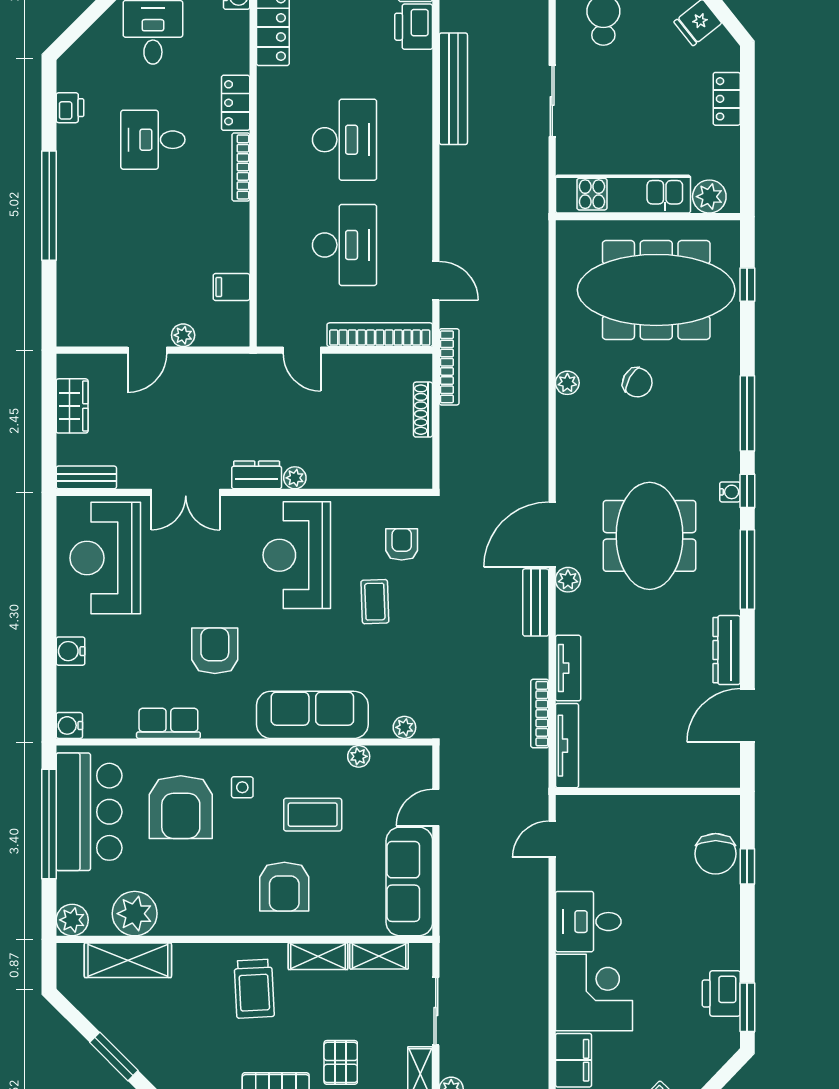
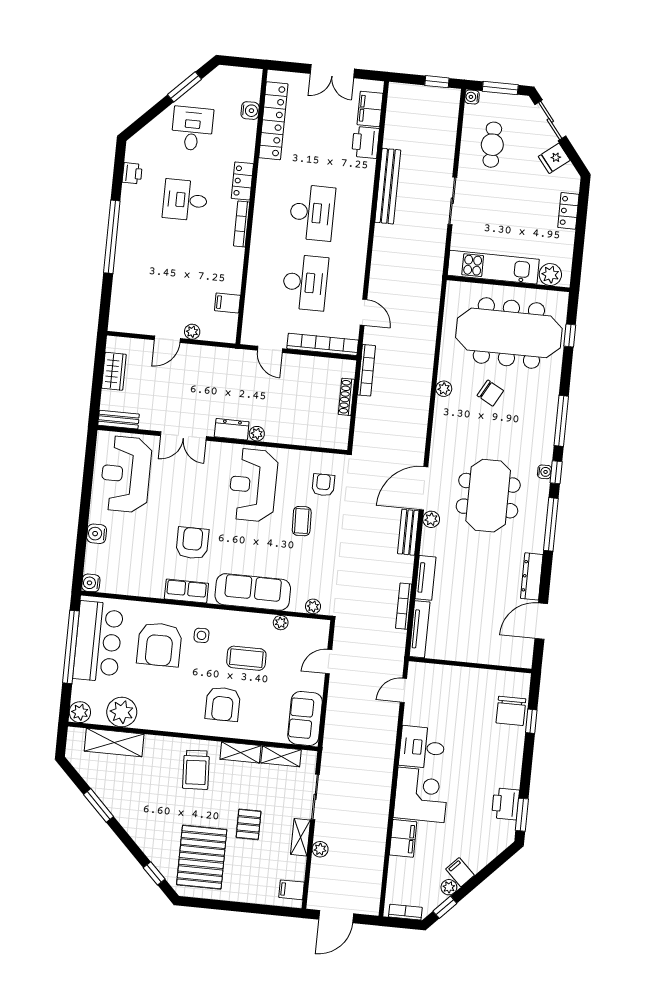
row of seats: (168, 723) -> (186, 591), moved
sofa: (409, 881) -> (305, 718), width x0.73

